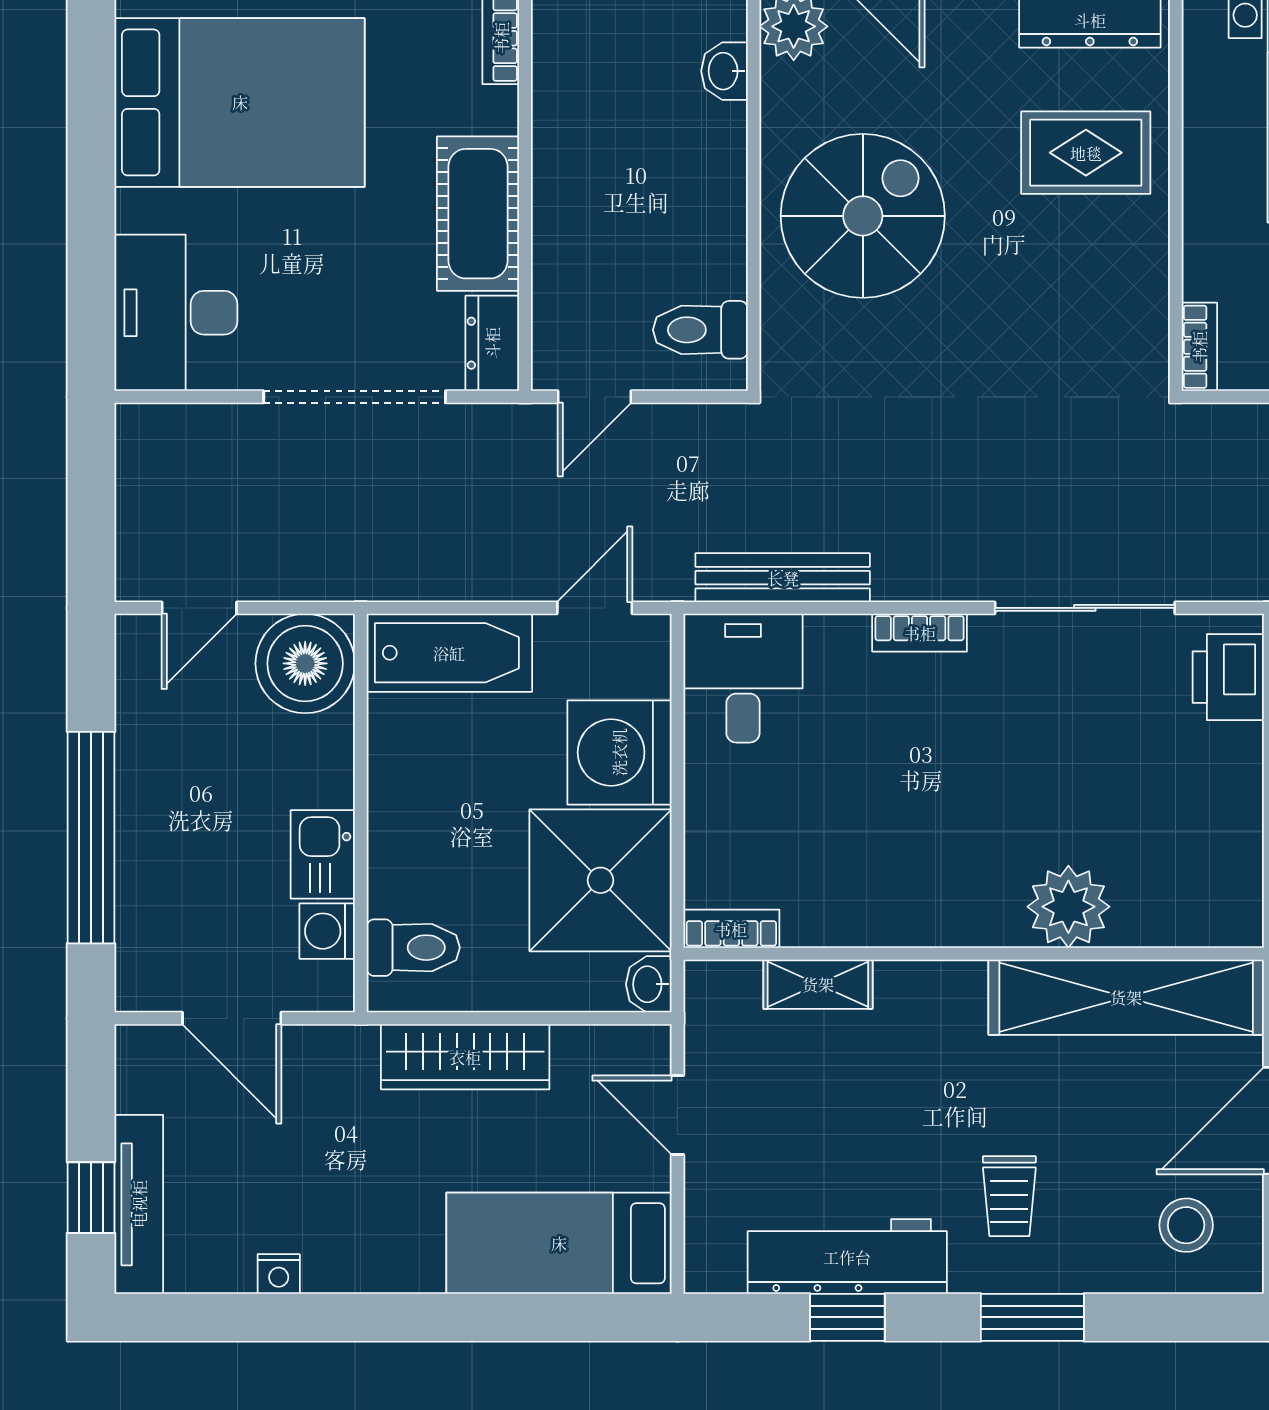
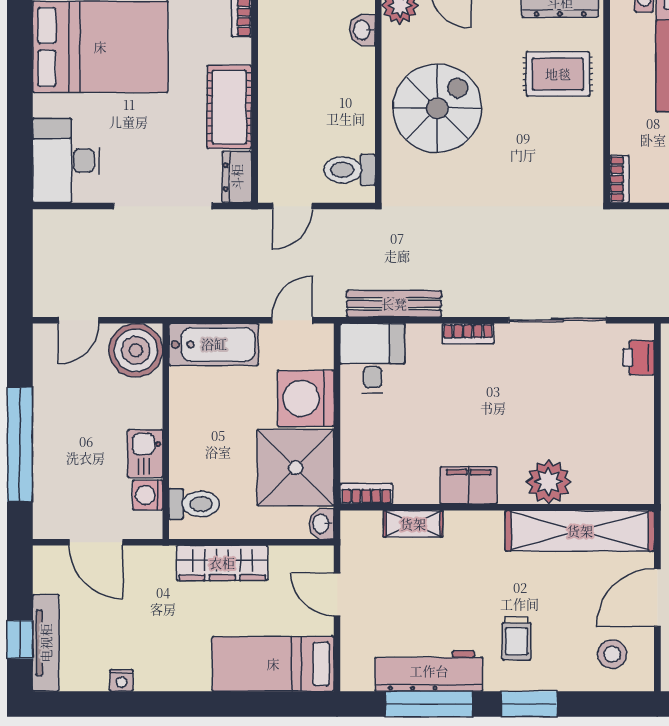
printer: (1228, 677) -> (639, 358), width x0.73, depth x0.81
filing cabinet: (921, 913) -> (469, 485), added
window: (847, 1317) -> (429, 704), width x2.17

